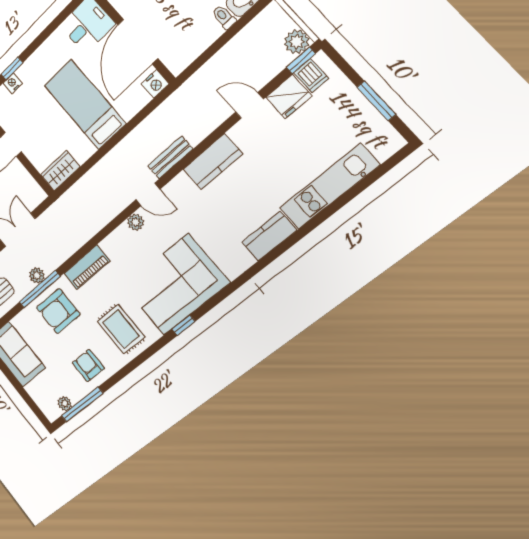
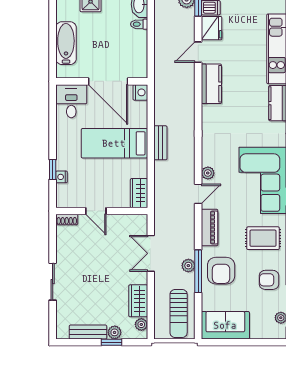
bench: (170, 157) -> (160, 143), moved
kitchen counter: (213, 162) -> (211, 84), moved
door: (148, 194) -> (198, 194), moved

